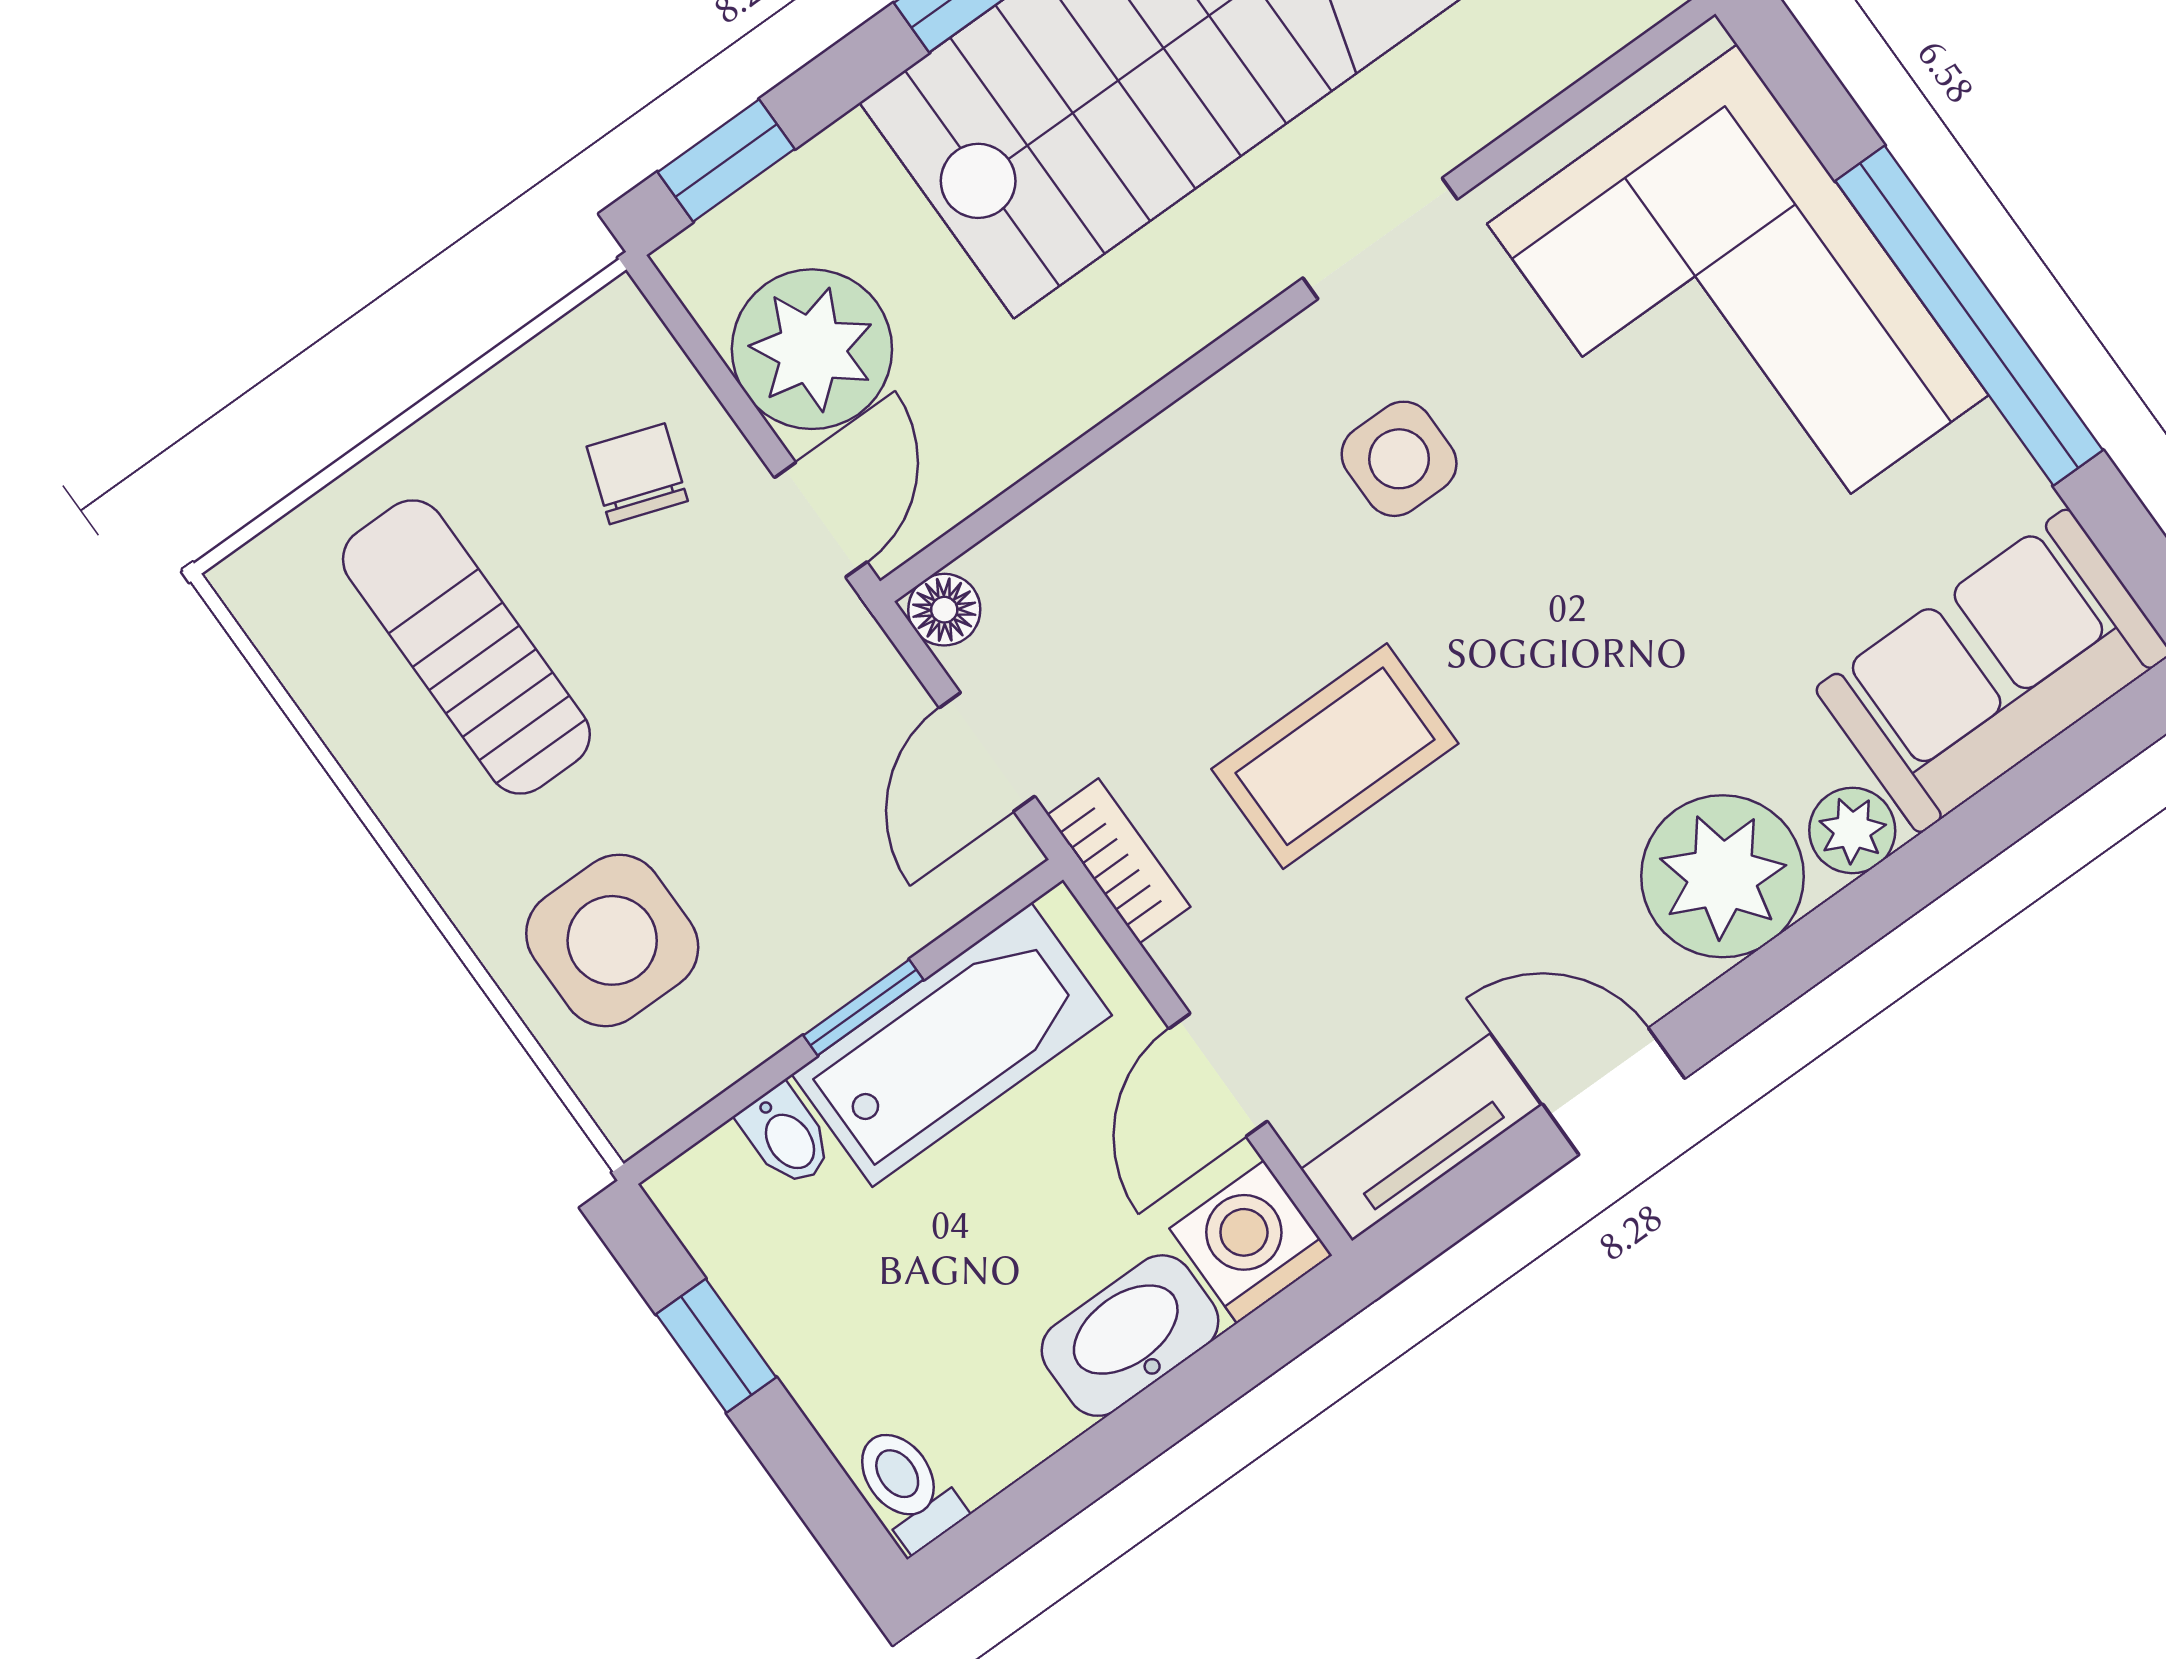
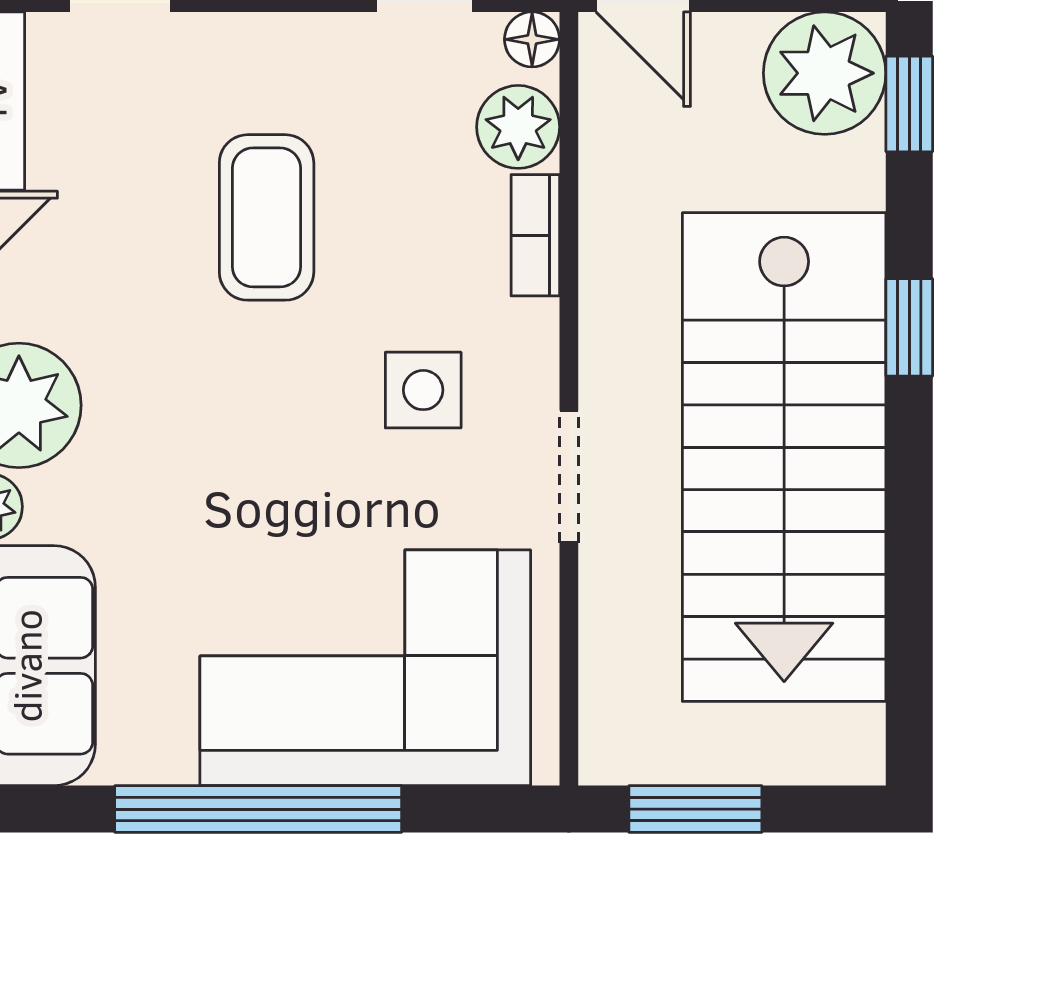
plant: (812, 349) -> (825, 73), moved
plant: (1048, 558) -> (518, 127), added
bookcase: (1119, 861) -> (535, 235), moved, turned 90

